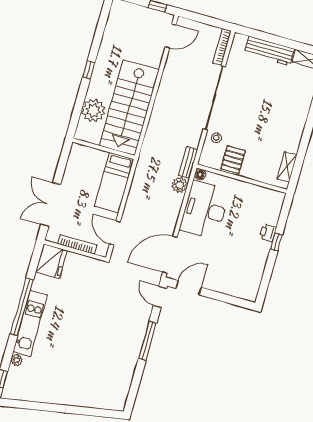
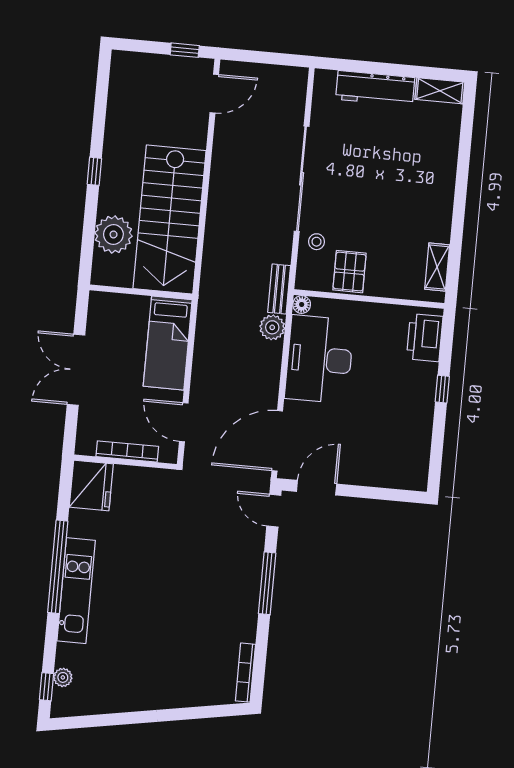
bookcase: (222, 47) -> (245, 673), moved
double door: (51, 205) -> (76, 370), moved
printer: (268, 233) -> (425, 338), moved, width x1.87, depth x1.48
plant: (17, 360) -> (63, 677), moved

